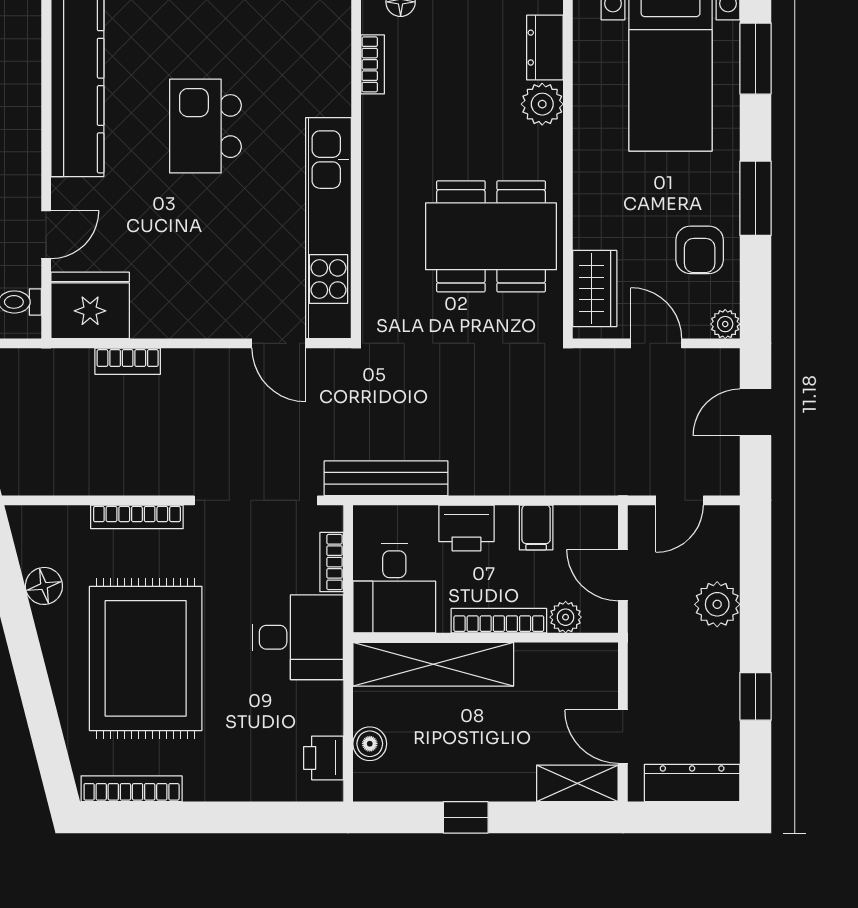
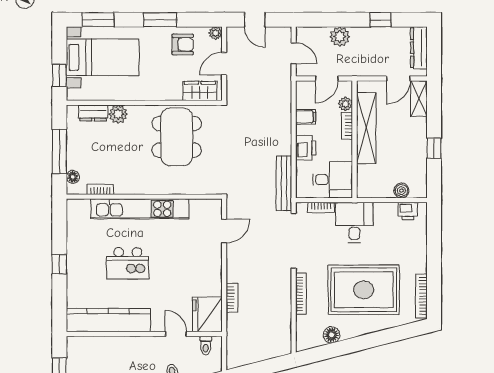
kitchen unit: (329, 228) -> (140, 209), moved
bookcase: (499, 621) -> (347, 126), width x0.64
shelving: (433, 664) -> (366, 128), moved

